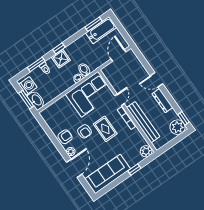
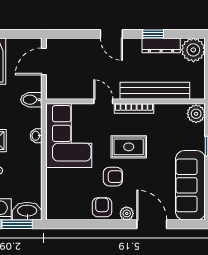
door: (118, 55) -> (44, 61), hinge flipped
bidet: (84, 70) -> (31, 100), moved
door: (157, 80) -> (111, 34), hinge flipped
dresser: (162, 101) -> (161, 45), moved
window: (184, 118) -> (153, 34), moved

